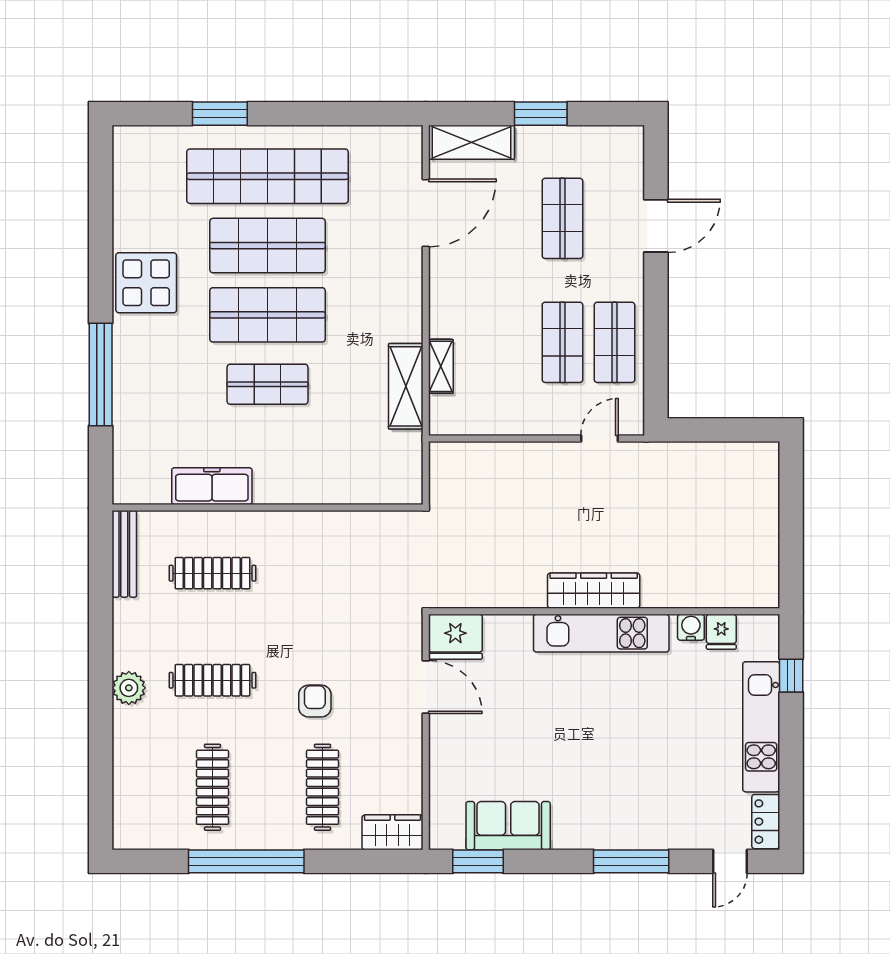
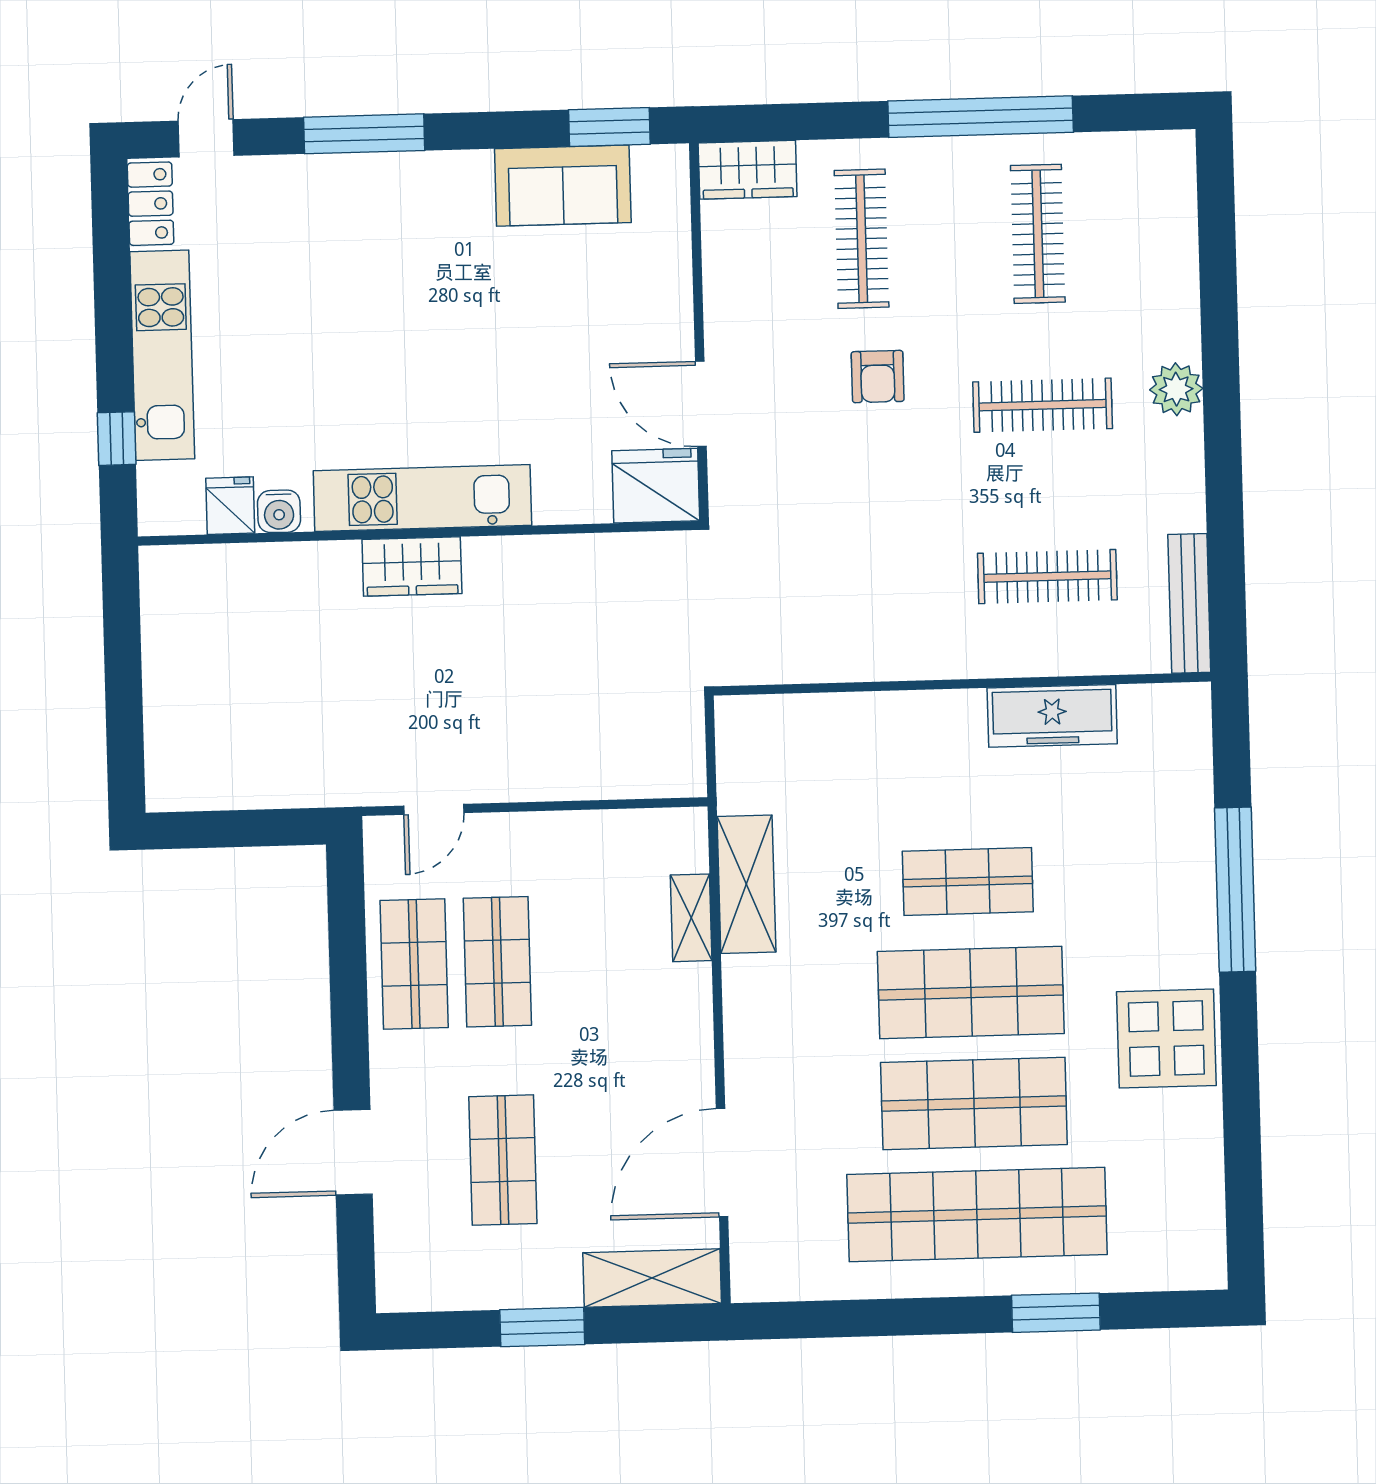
wardrobe: (594, 591) -> (412, 567), width x0.67

